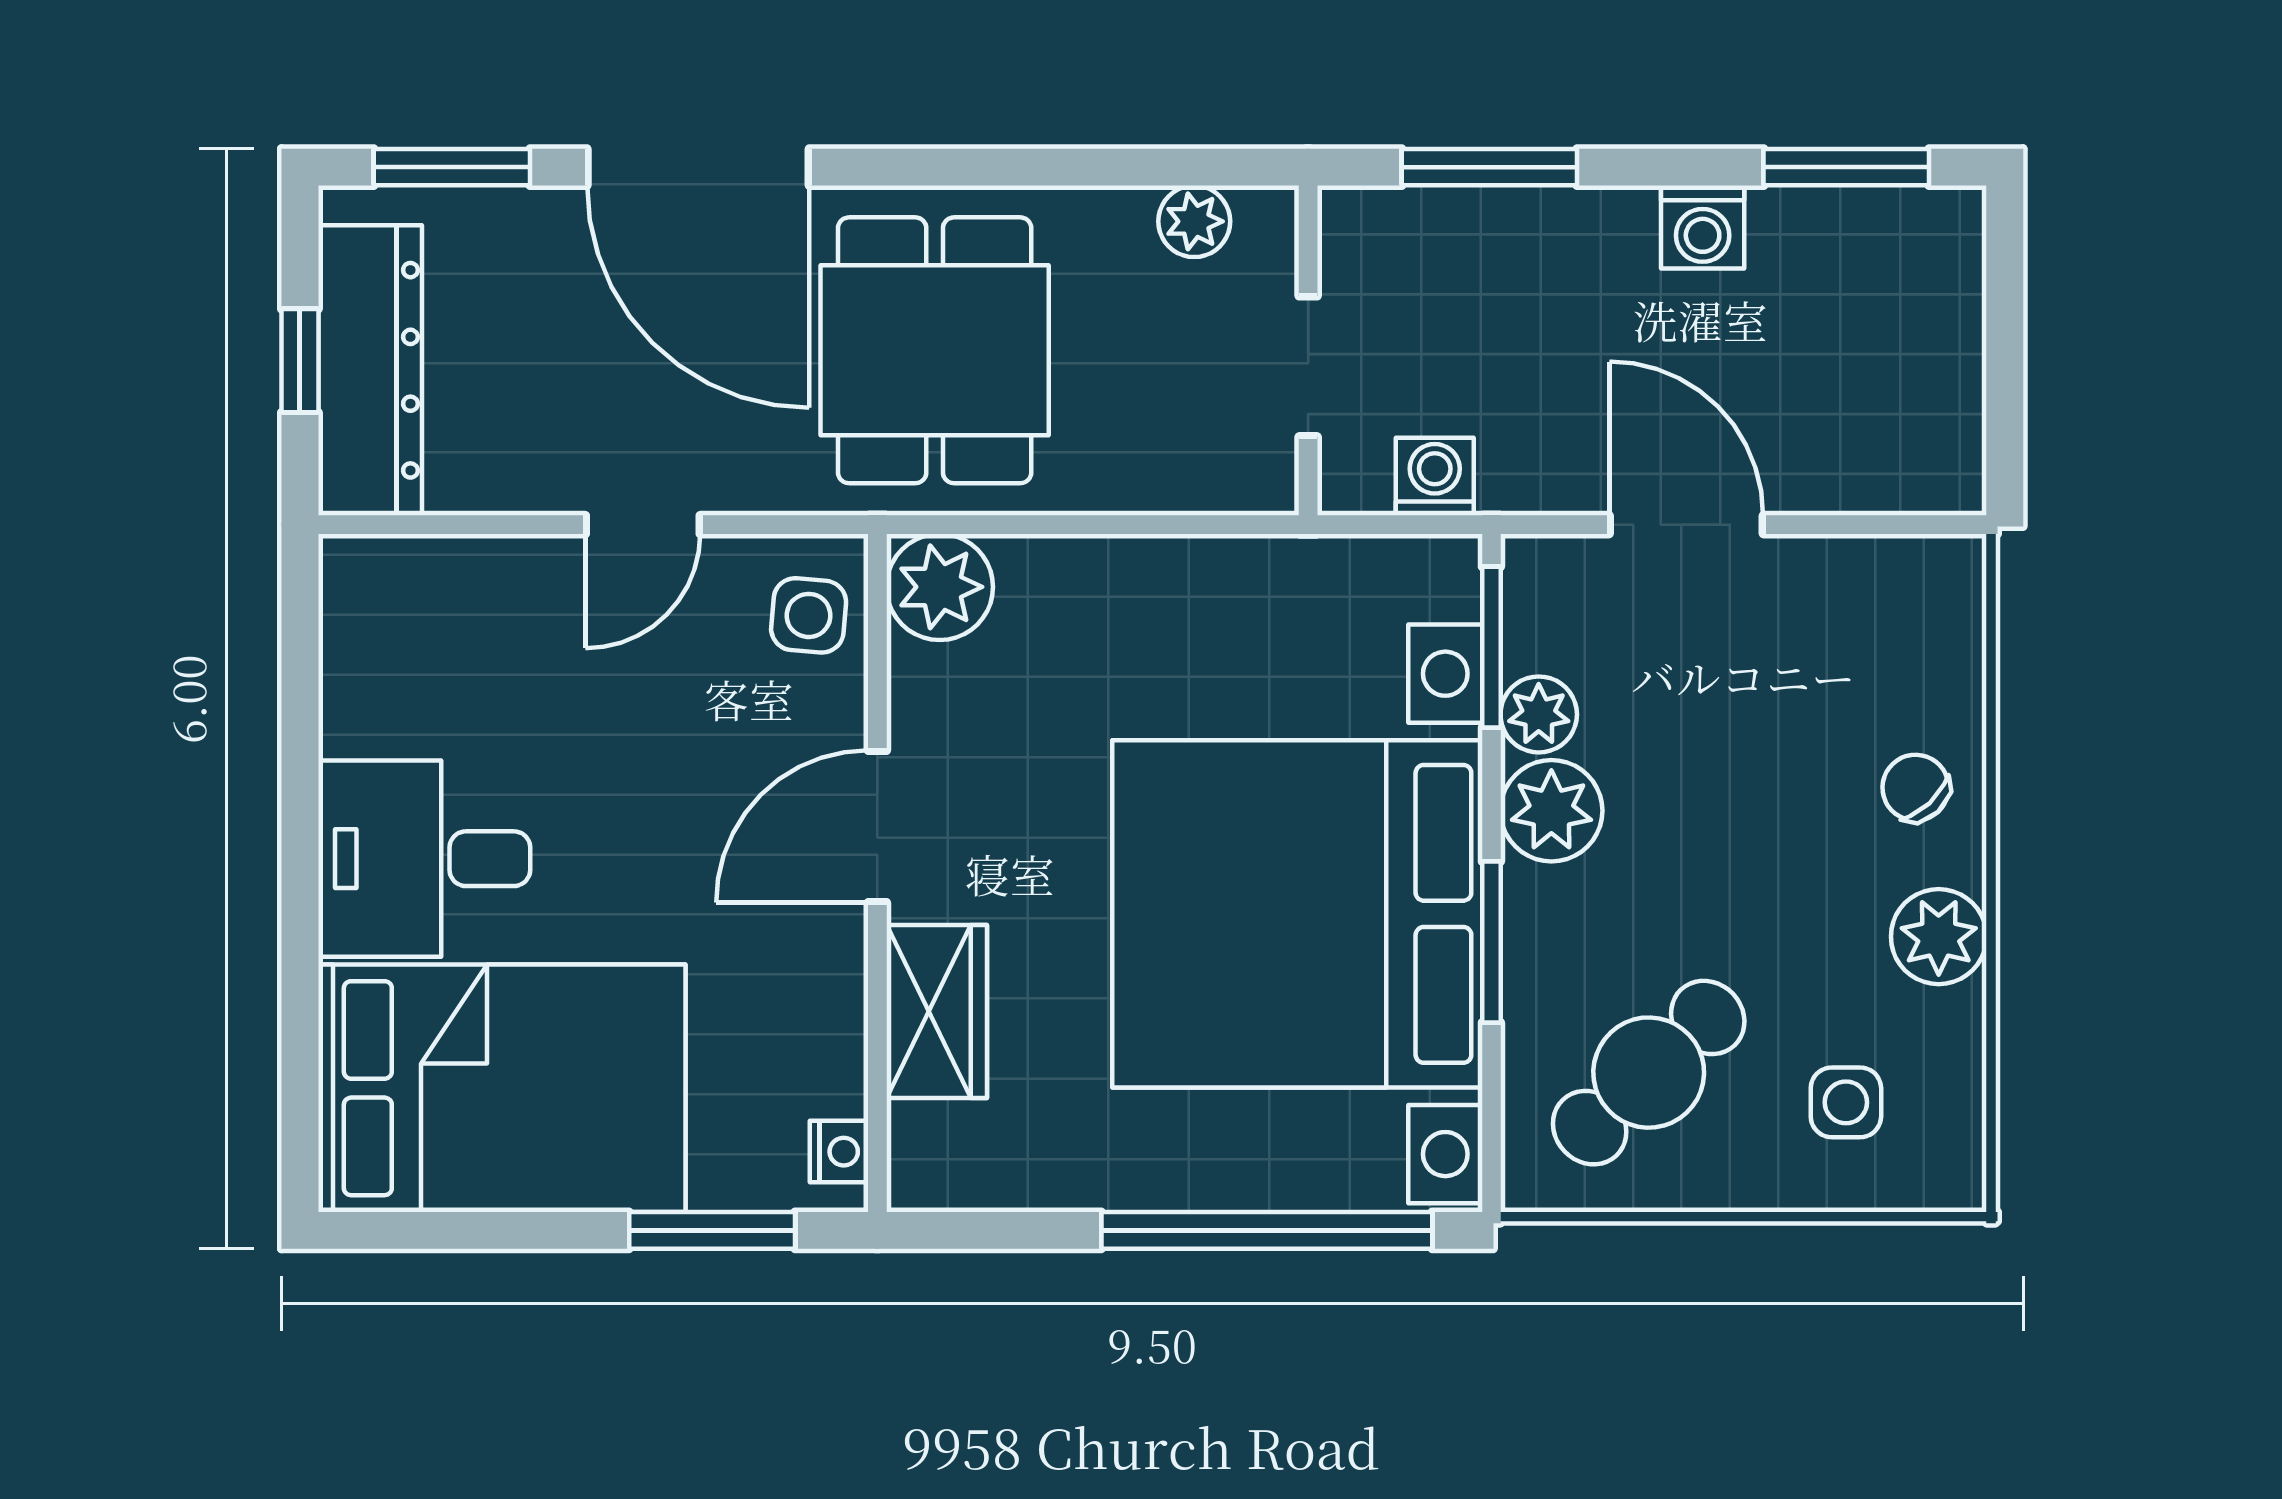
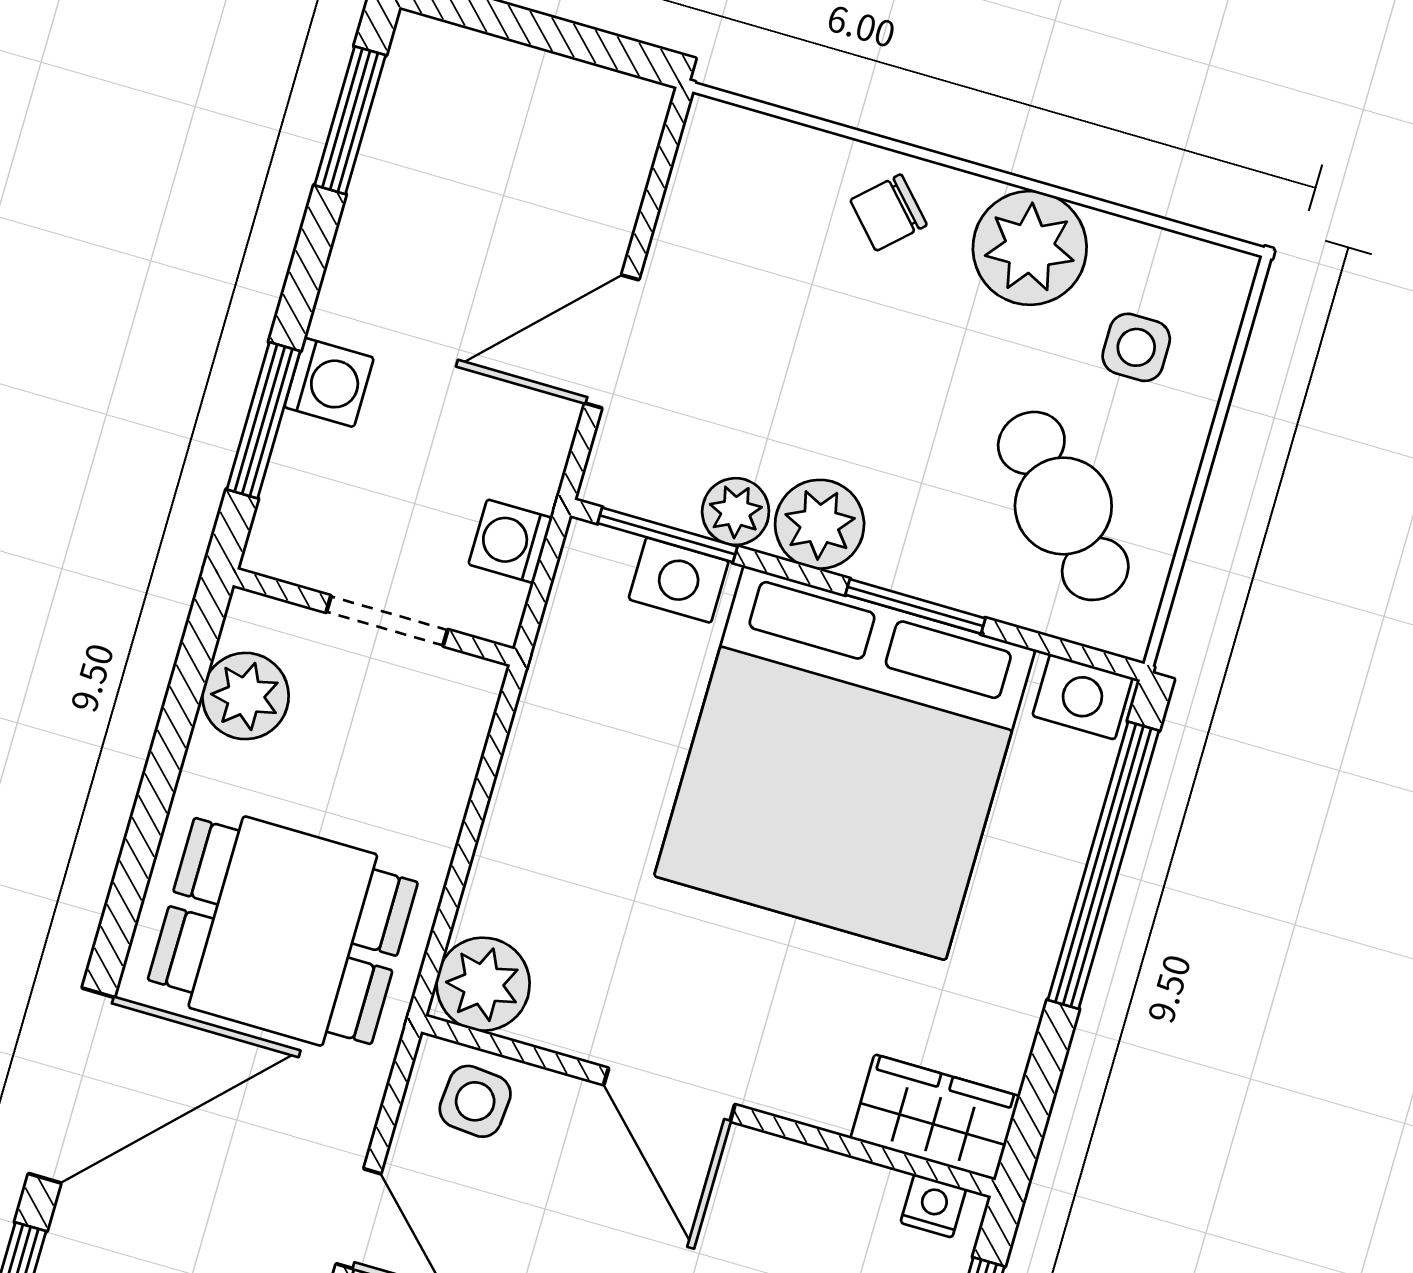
plant: (1194, 221) -> (245, 696), width x1.38, depth x1.38
washing machine: (1703, 227) -> (329, 382), moved
plant: (1939, 937) -> (1030, 248), width x1.36, depth x1.36
wardrobe: (937, 1011) -> (935, 1117), moved

